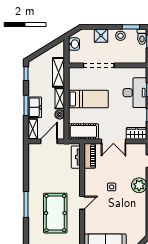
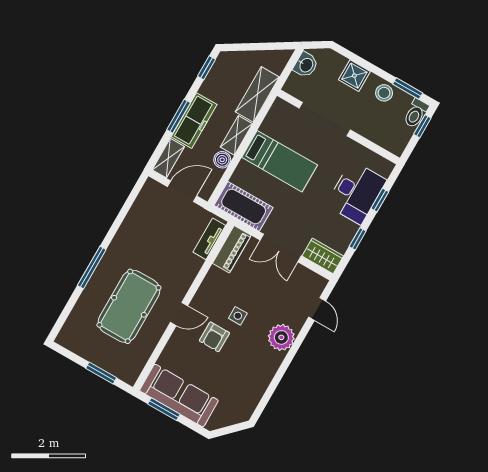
freezer: (35, 107) -> (194, 121), width x1.40
armchair: (106, 204) -> (214, 337), added

